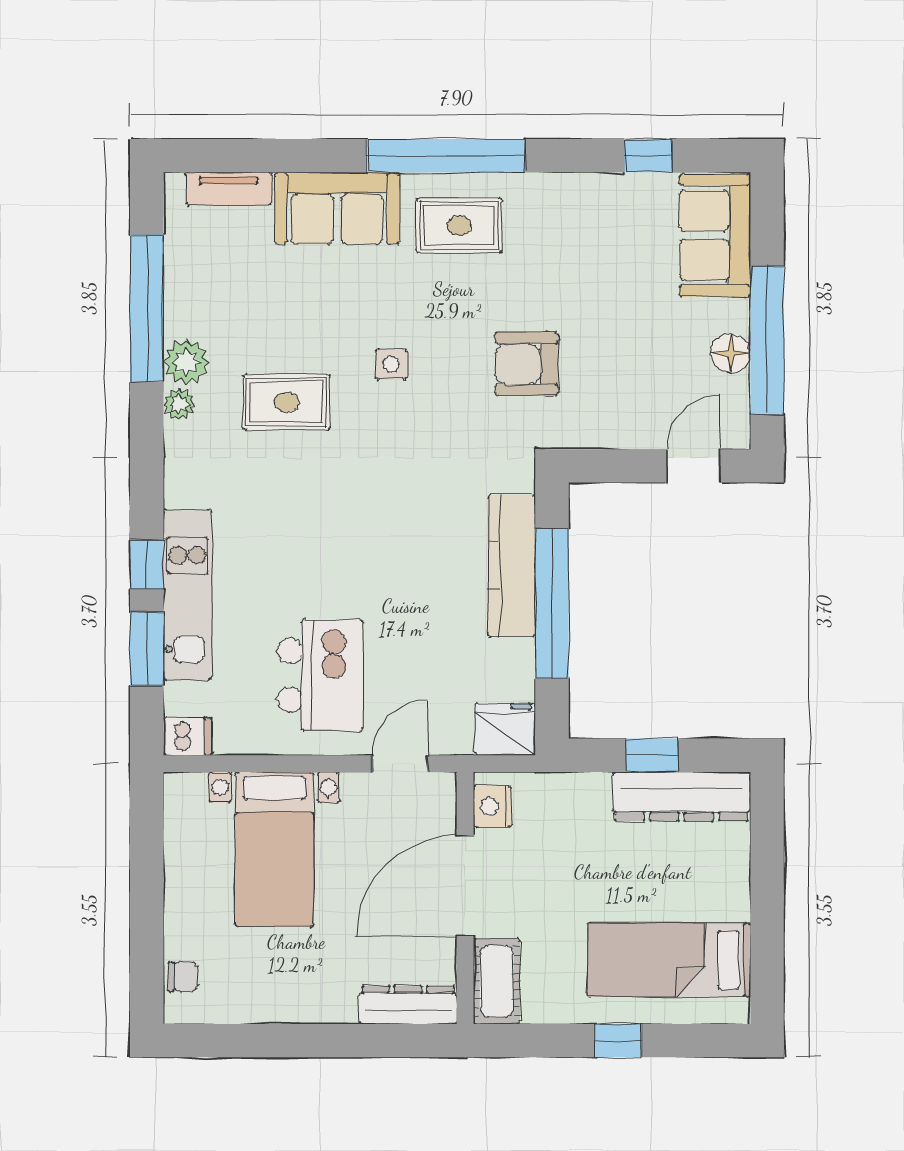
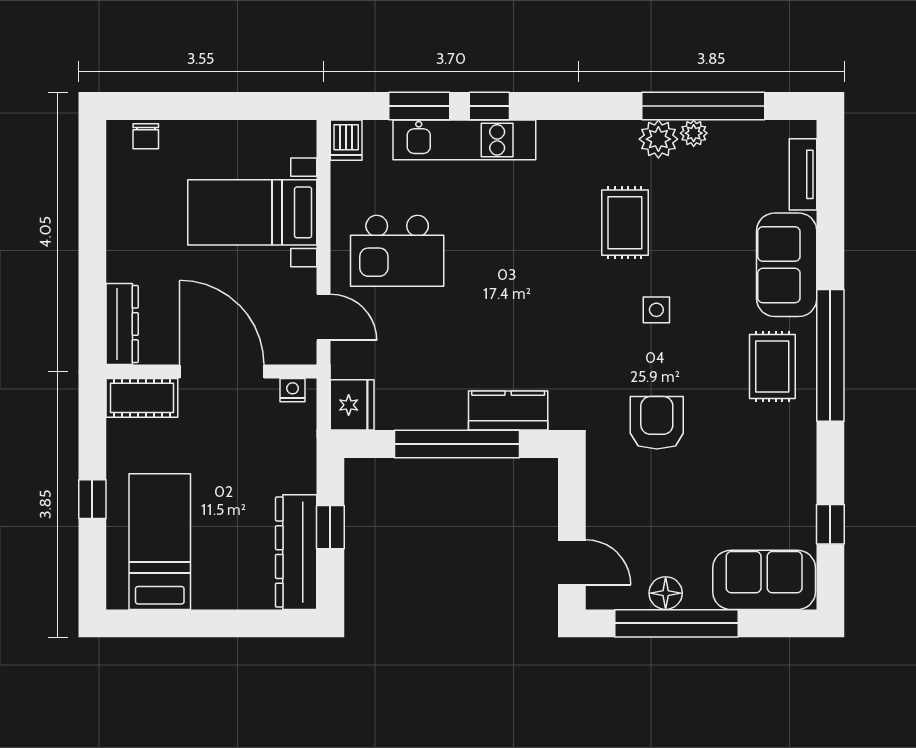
plant: (179, 404) -> (694, 133), moved
kitchen counter: (512, 566) -> (508, 410), width x0.67
nightstand: (492, 806) -> (293, 390), width x0.72, depth x0.74

